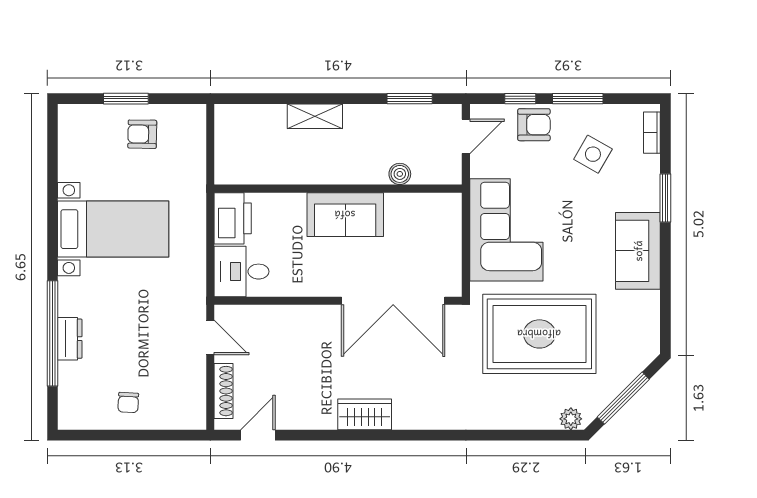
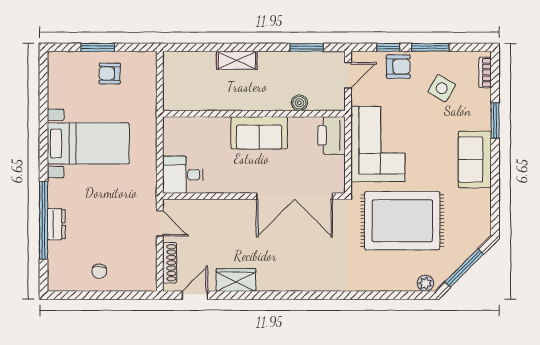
printer: (233, 218) -> (332, 135), moved, turned 180
wardrobe: (365, 414) -> (236, 280), moved

